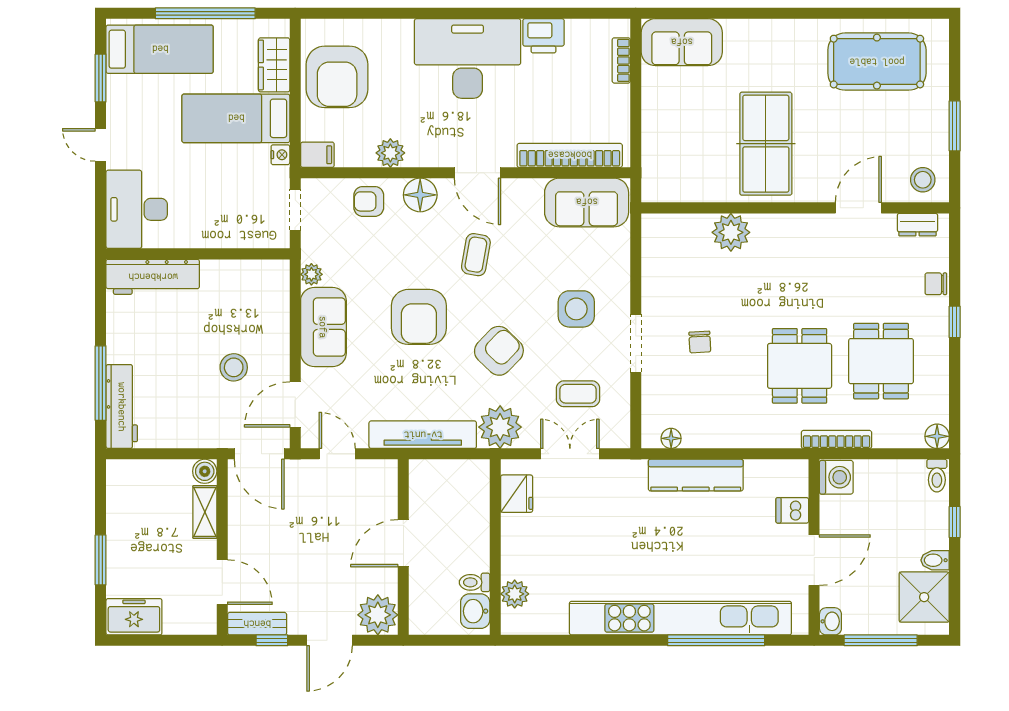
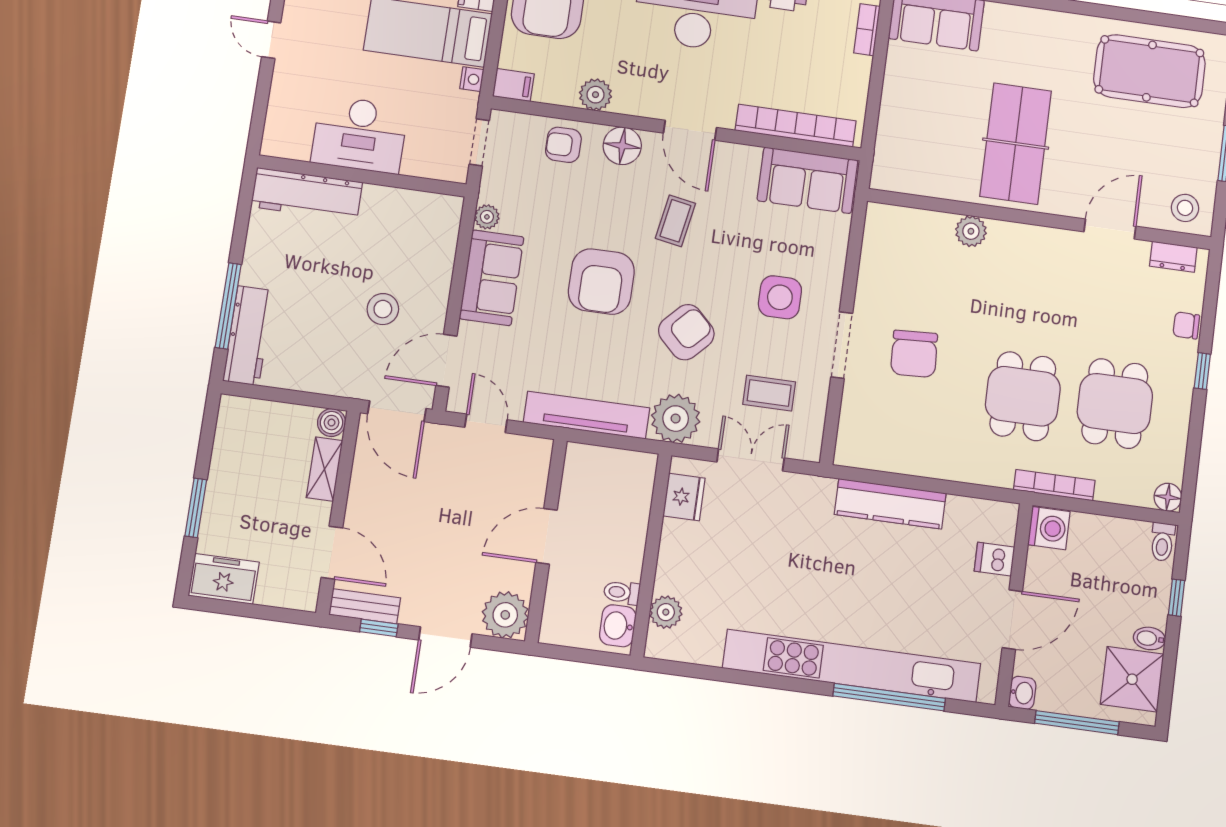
desk: (137, 209) -> (360, 135), moved, turned -90
plant: (731, 232) -> (971, 231), width x0.73, depth x0.73
chair: (700, 342) -> (914, 354), width x1.87, depth x1.87
floor lamp: (671, 438) -> (868, 458), removed

